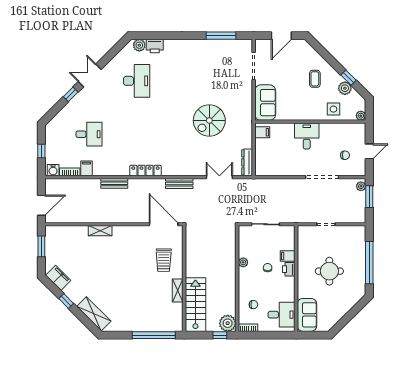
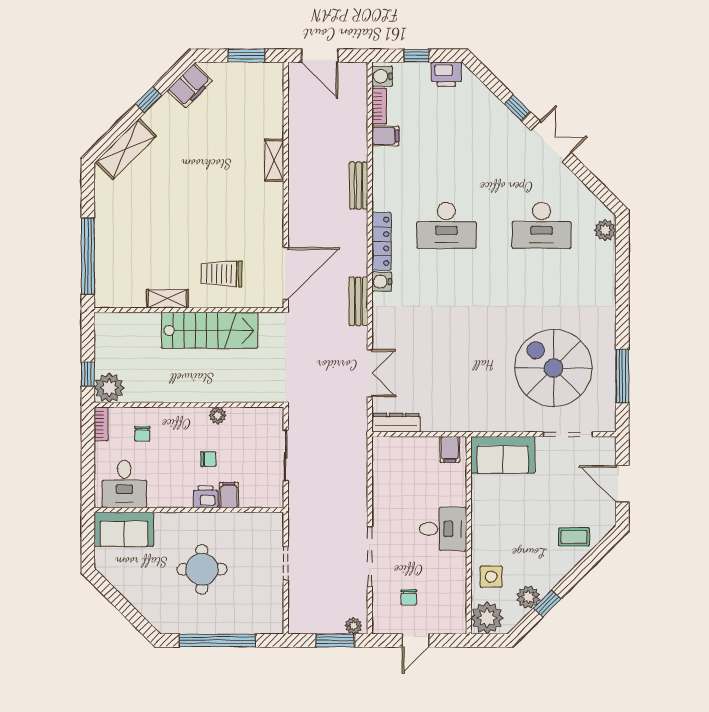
printer: (155, 46) -> (446, 74), moved, turned -90
coffee table: (315, 79) -> (574, 537), moved
plant: (361, 116) -> (487, 618), width x1.88, depth x1.88
spiral stairs: (209, 121) -> (553, 368), moved, width x1.37, depth x1.37
desk: (89, 134) -> (446, 225), moved, width x1.37
door: (369, 151) -> (416, 640), hinge flipped
water cooler: (168, 170) -> (382, 282), added
stairs: (195, 305) -> (210, 330), moved

